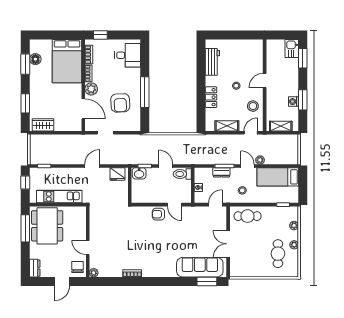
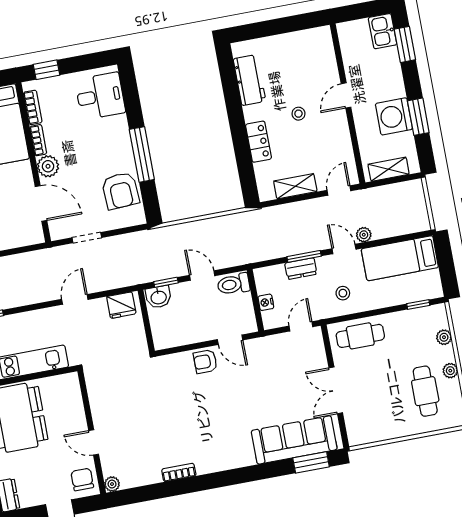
washing machine: (293, 102) -> (394, 116), width x1.89, depth x1.89
armchair: (120, 103) -> (120, 191), moved
stool: (253, 106) -> (334, 143), removed

